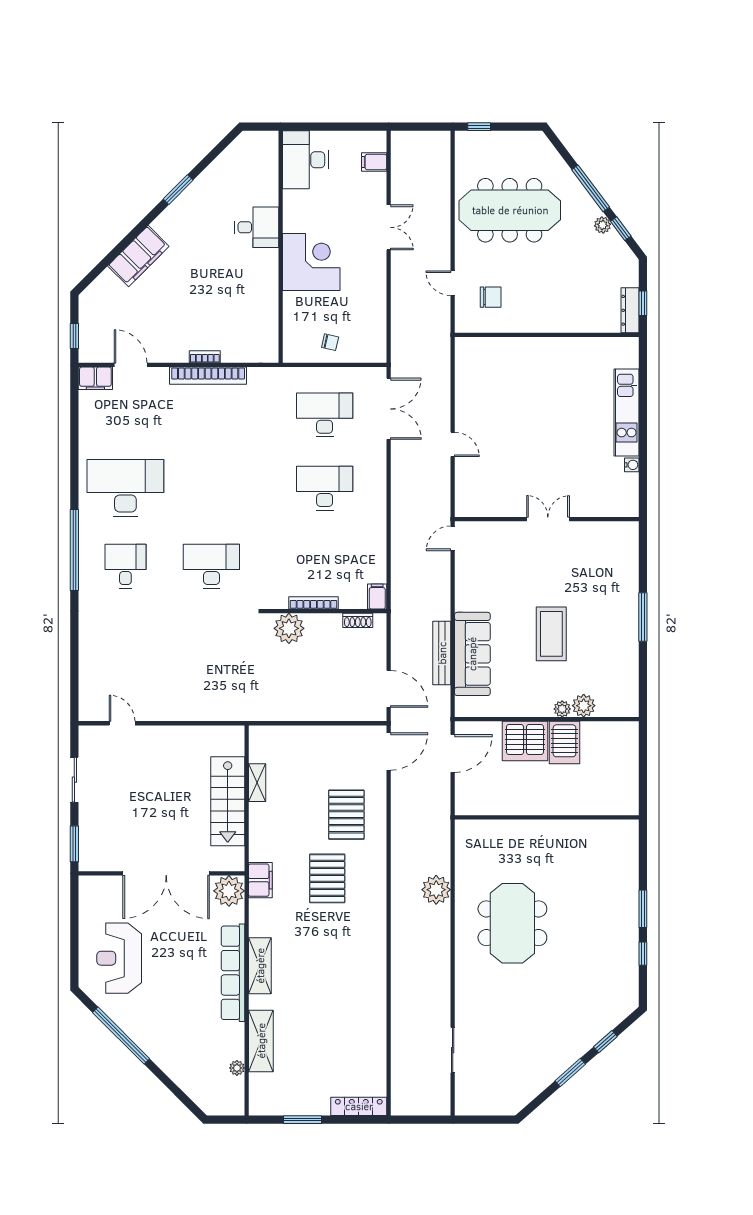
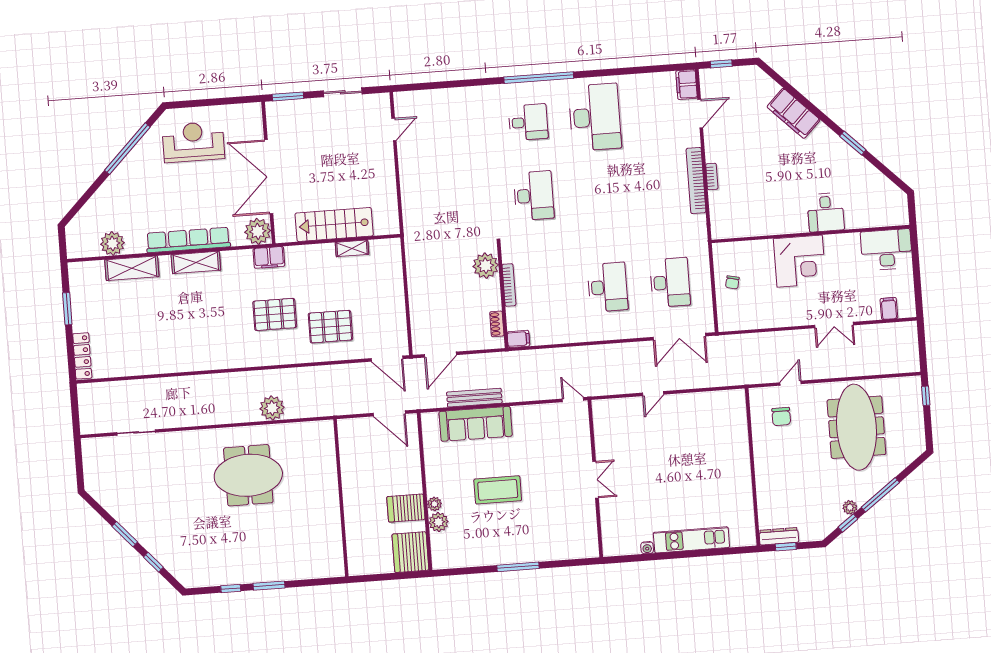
server rack: (525, 741) -> (410, 552), moved
plant: (237, 1068) -> (112, 243), width x1.88, depth x1.88

